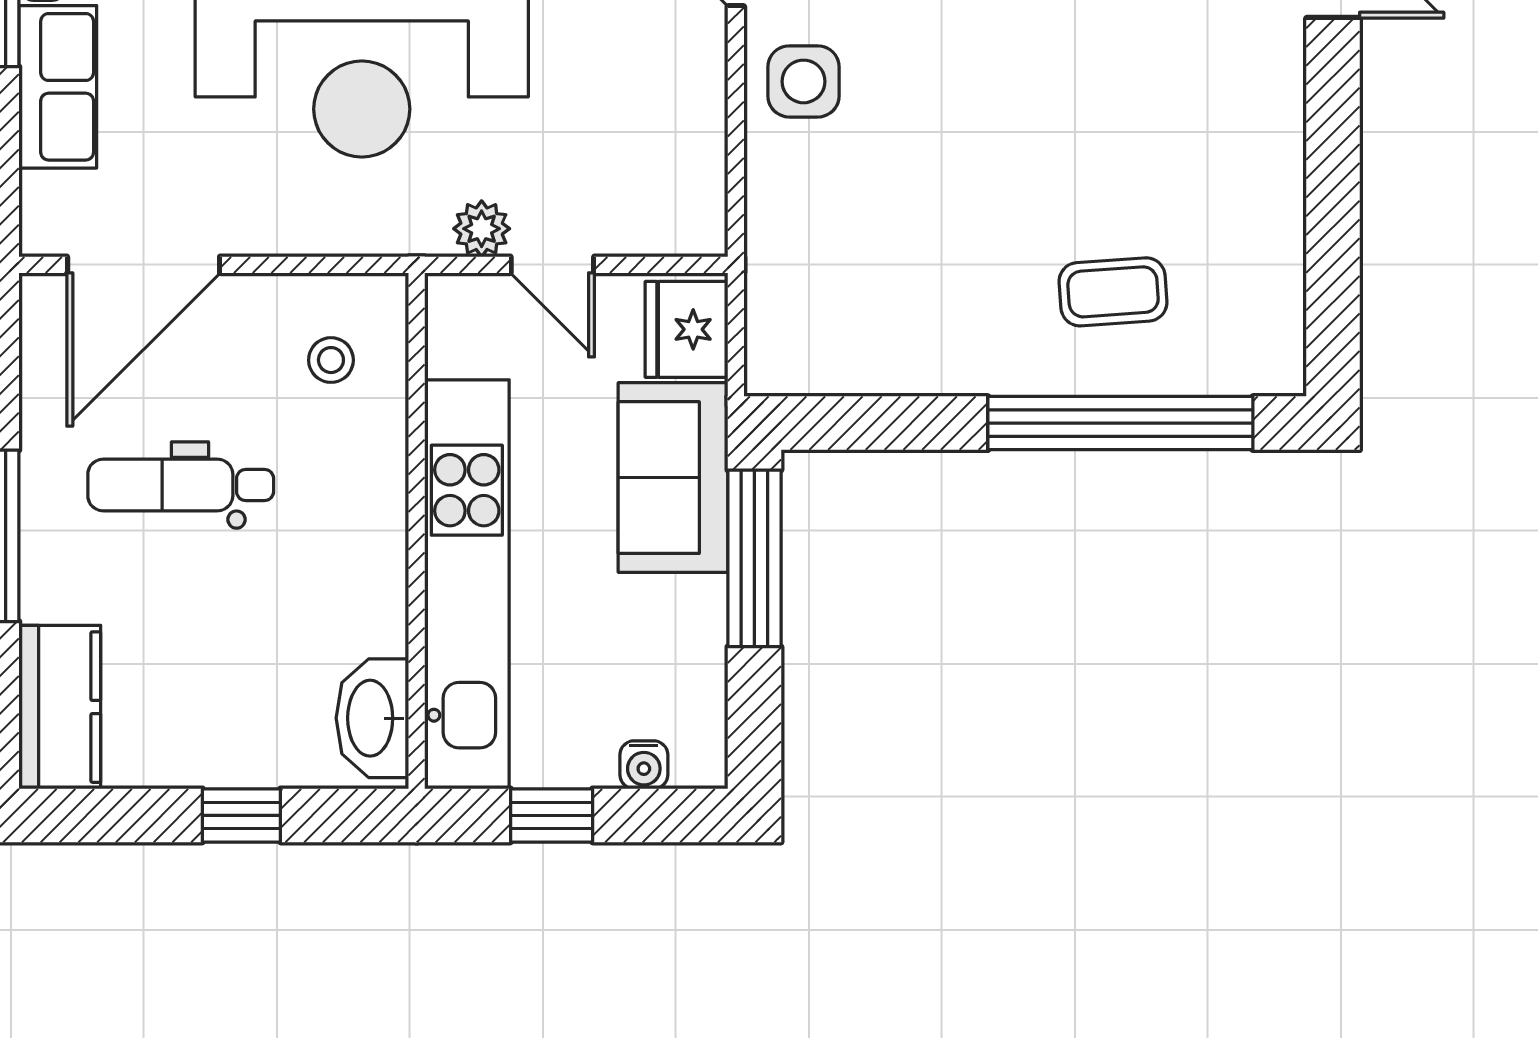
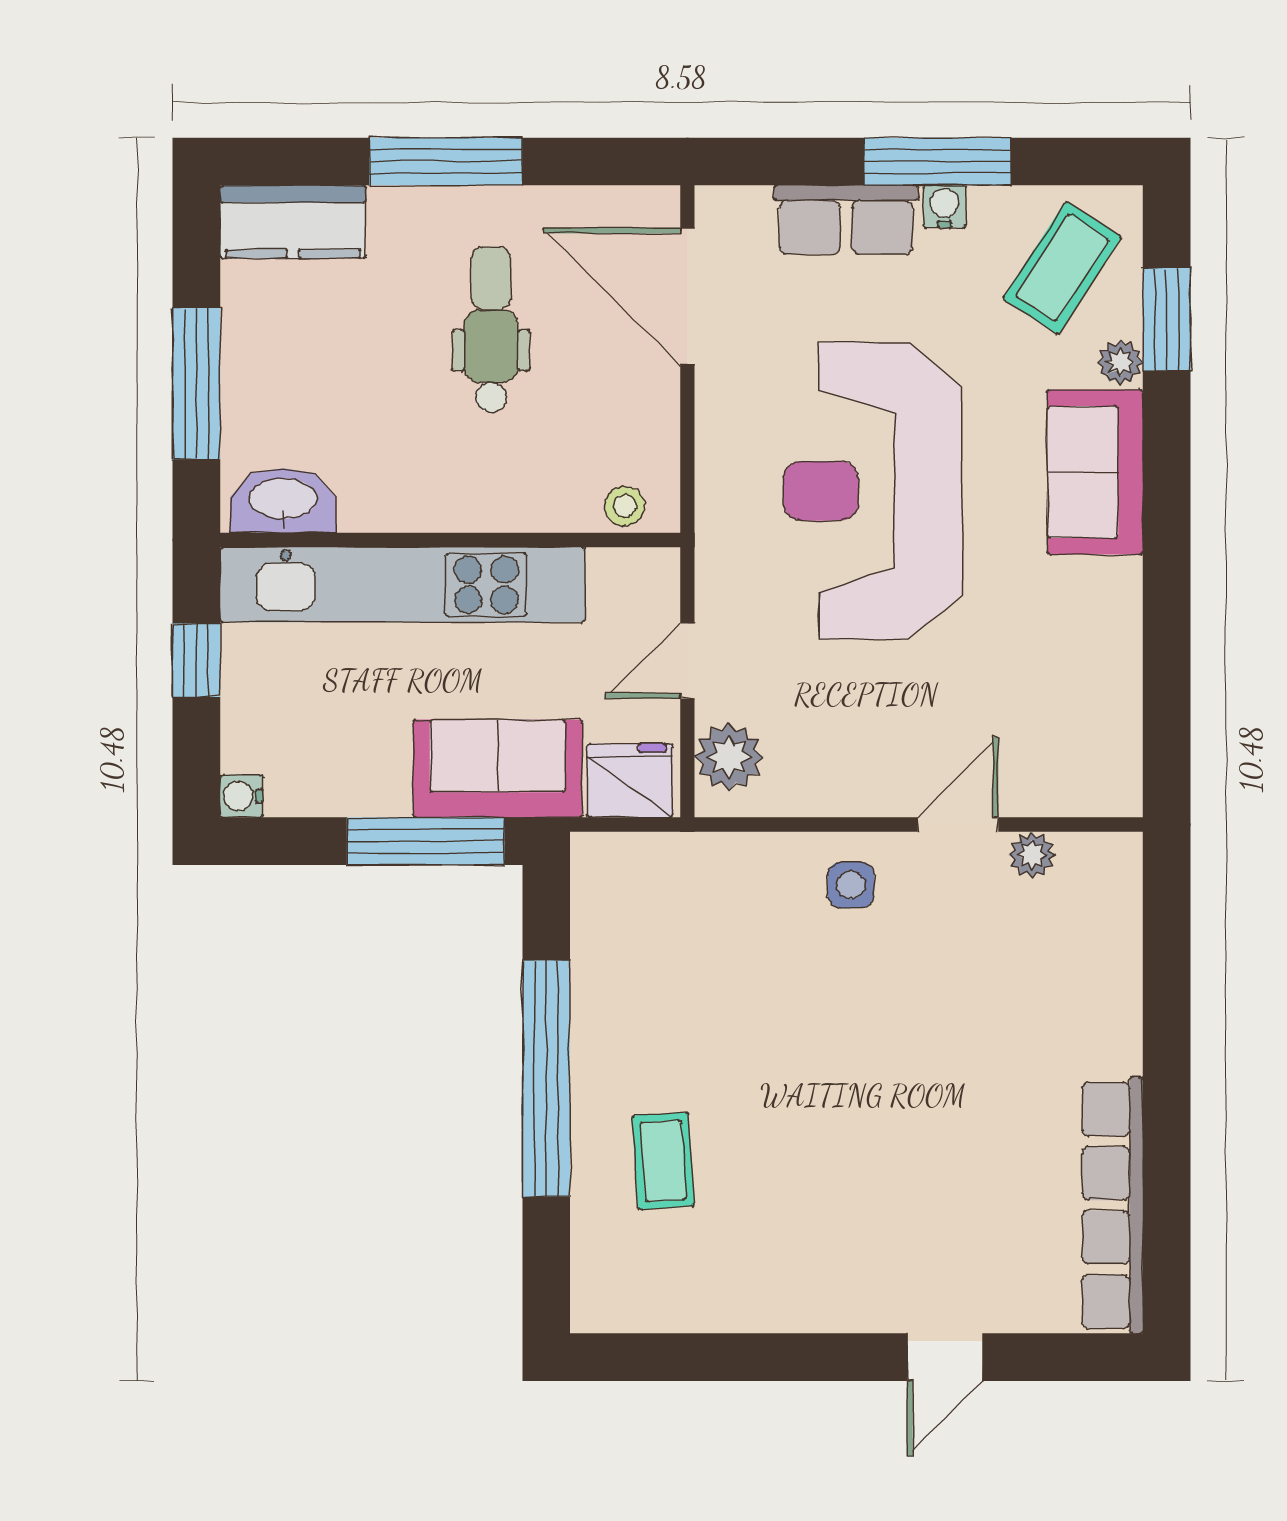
side table: (803, 81) -> (851, 885), width x0.73, depth x0.73
plant: (482, 229) -> (729, 757), moved, width x1.38, depth x1.38
stool: (331, 360) -> (625, 506), moved
window: (1120, 423) -> (546, 1078), moved
water cooler: (644, 765) -> (241, 796), moved
window: (241, 815) -> (196, 384), width x2.17

